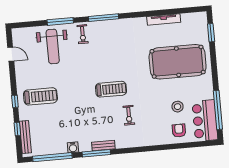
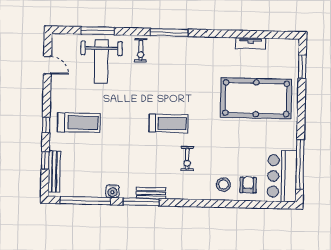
tv unit: (164, 19) -> (251, 43), width x0.71
window: (60, 21) -> (98, 31), moved
stool: (178, 107) -> (223, 185), moved

